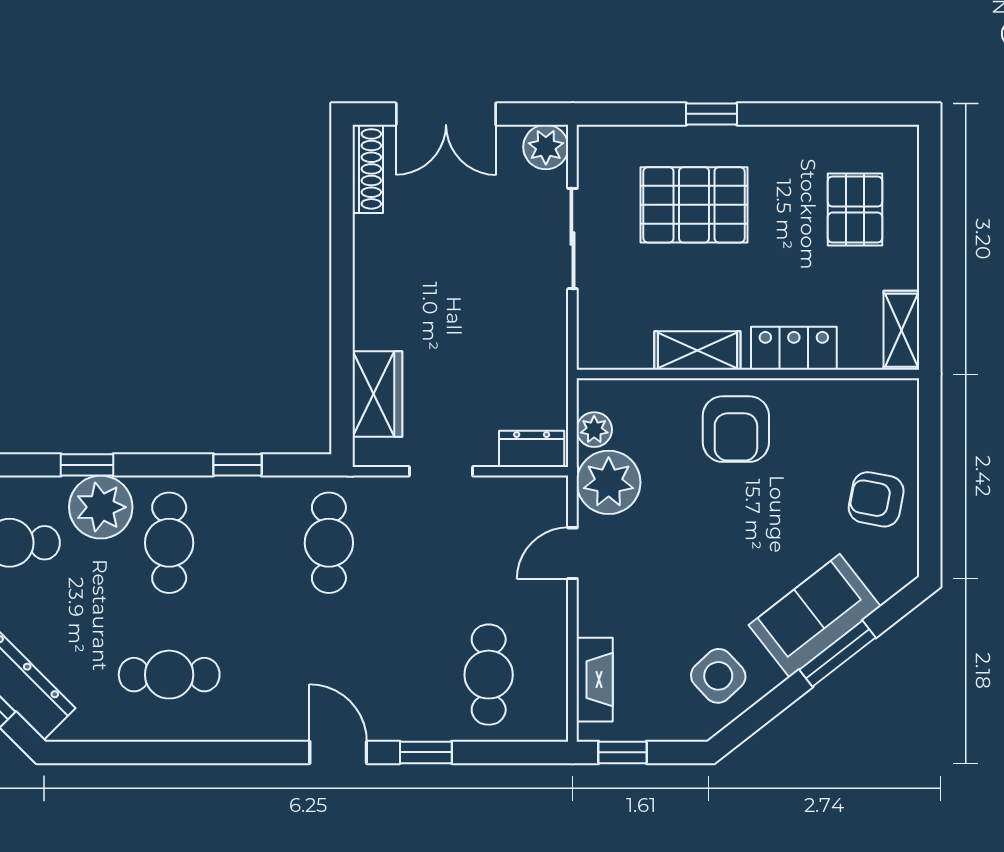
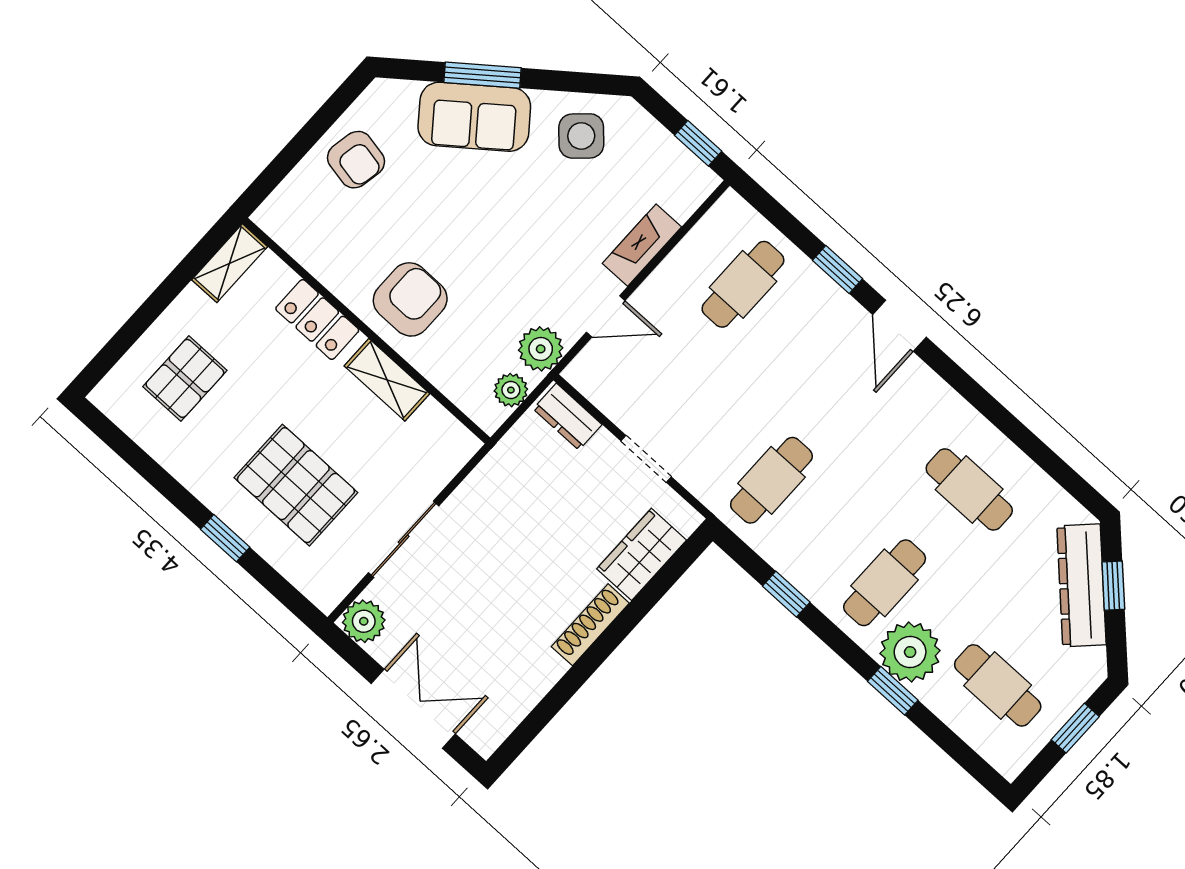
shoe rack: (368, 169) -> (590, 625), moved
plant: (609, 482) -> (541, 349), width x0.73, depth x0.73
fireplace: (595, 680) -> (642, 245), moved

